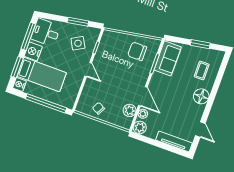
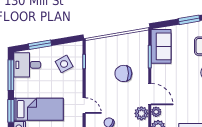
window: (78, 22) -> (40, 45), moved
nightstand: (33, 51) -> (21, 89), removed
chair: (137, 51) -> (123, 73), moved
door: (88, 70) -> (84, 106), moved

